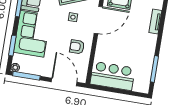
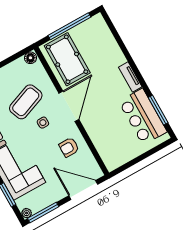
tv unit: (155, 22) -> (130, 77), moved
bar counter: (112, 76) -> (143, 117), moved, turned -90

